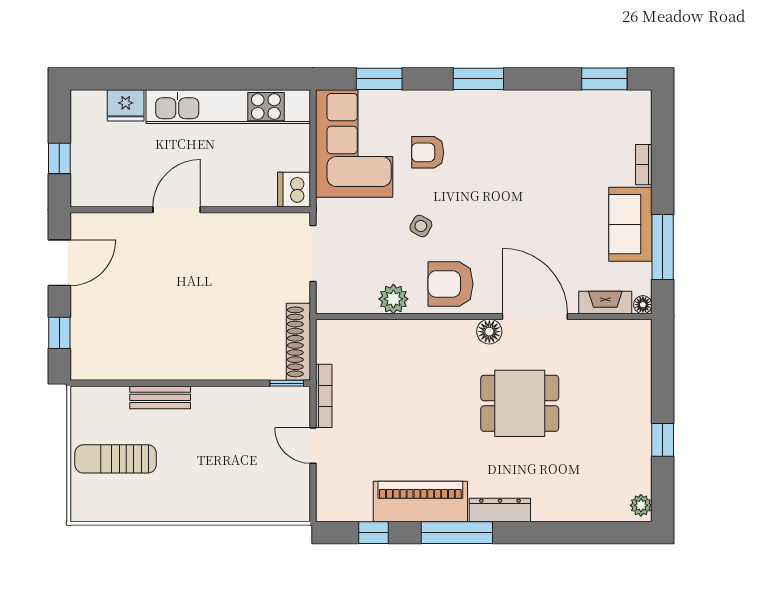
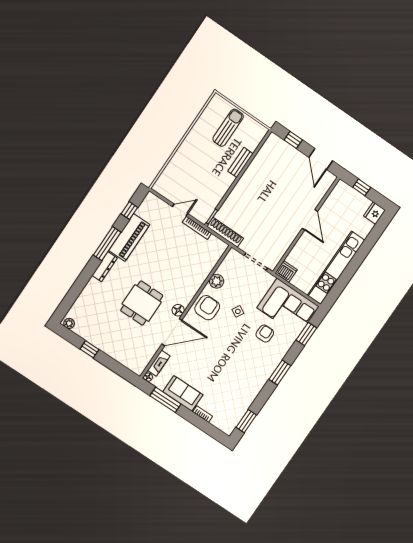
fridge: (126, 105) -> (374, 213), moved

